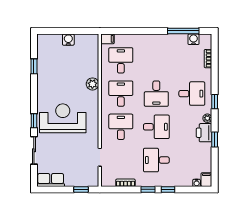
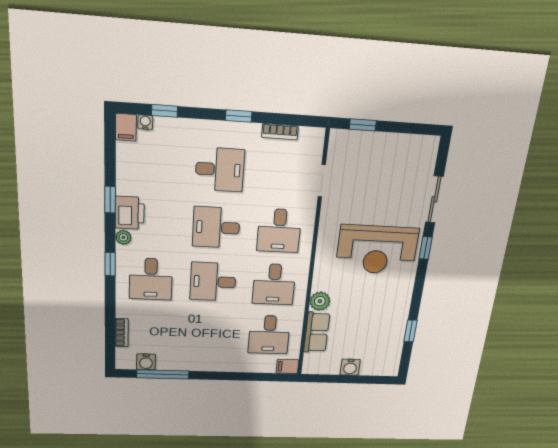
desk: (156, 94) -> (213, 282), turned -90
desk: (192, 94) -> (151, 279), turned -90
row of seats: (51, 180) -> (317, 332), moved, turned -90
window: (168, 189) -> (165, 111), moved

